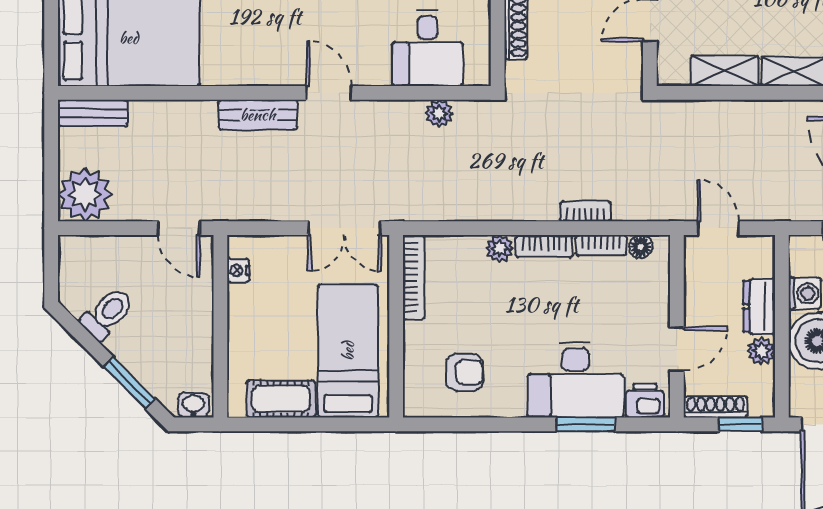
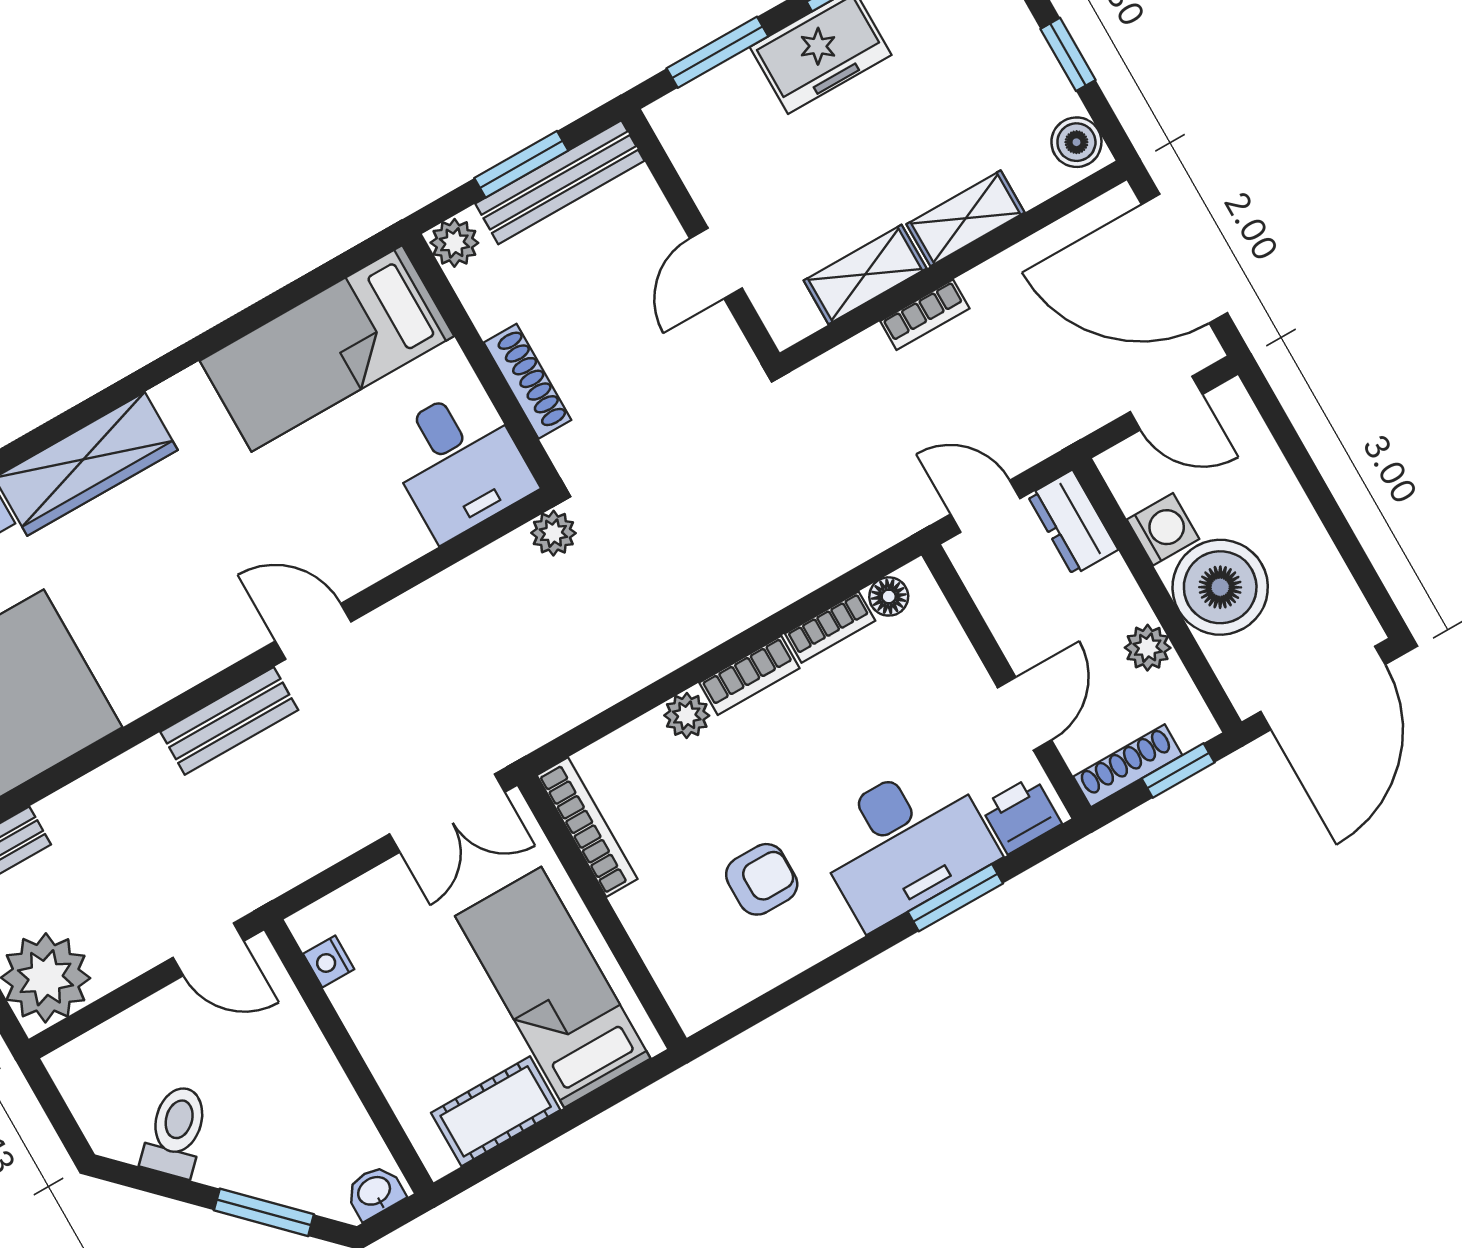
desk: (428, 48) -> (459, 463), moved
plant: (439, 113) -> (553, 533), moved
bookcase: (586, 211) -> (925, 315), moved, turned 180
dresser: (759, 306) -> (1073, 523), moved
armchair: (465, 372) -> (762, 879), moved

